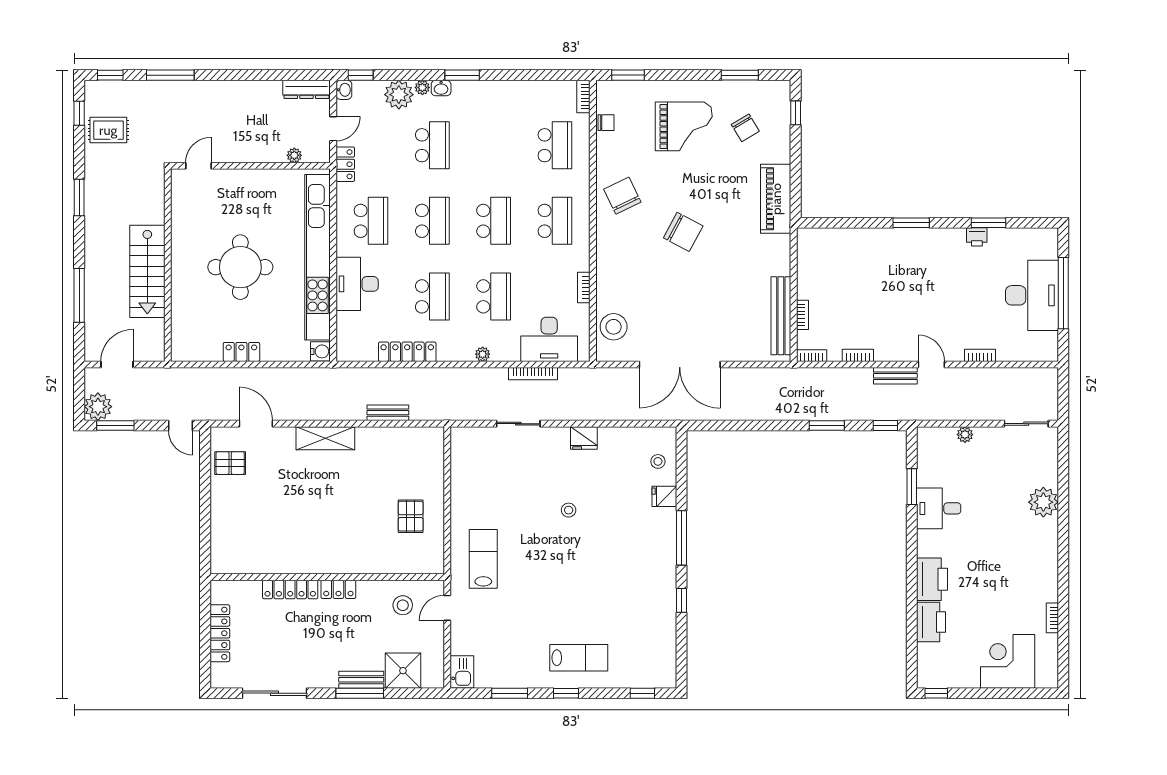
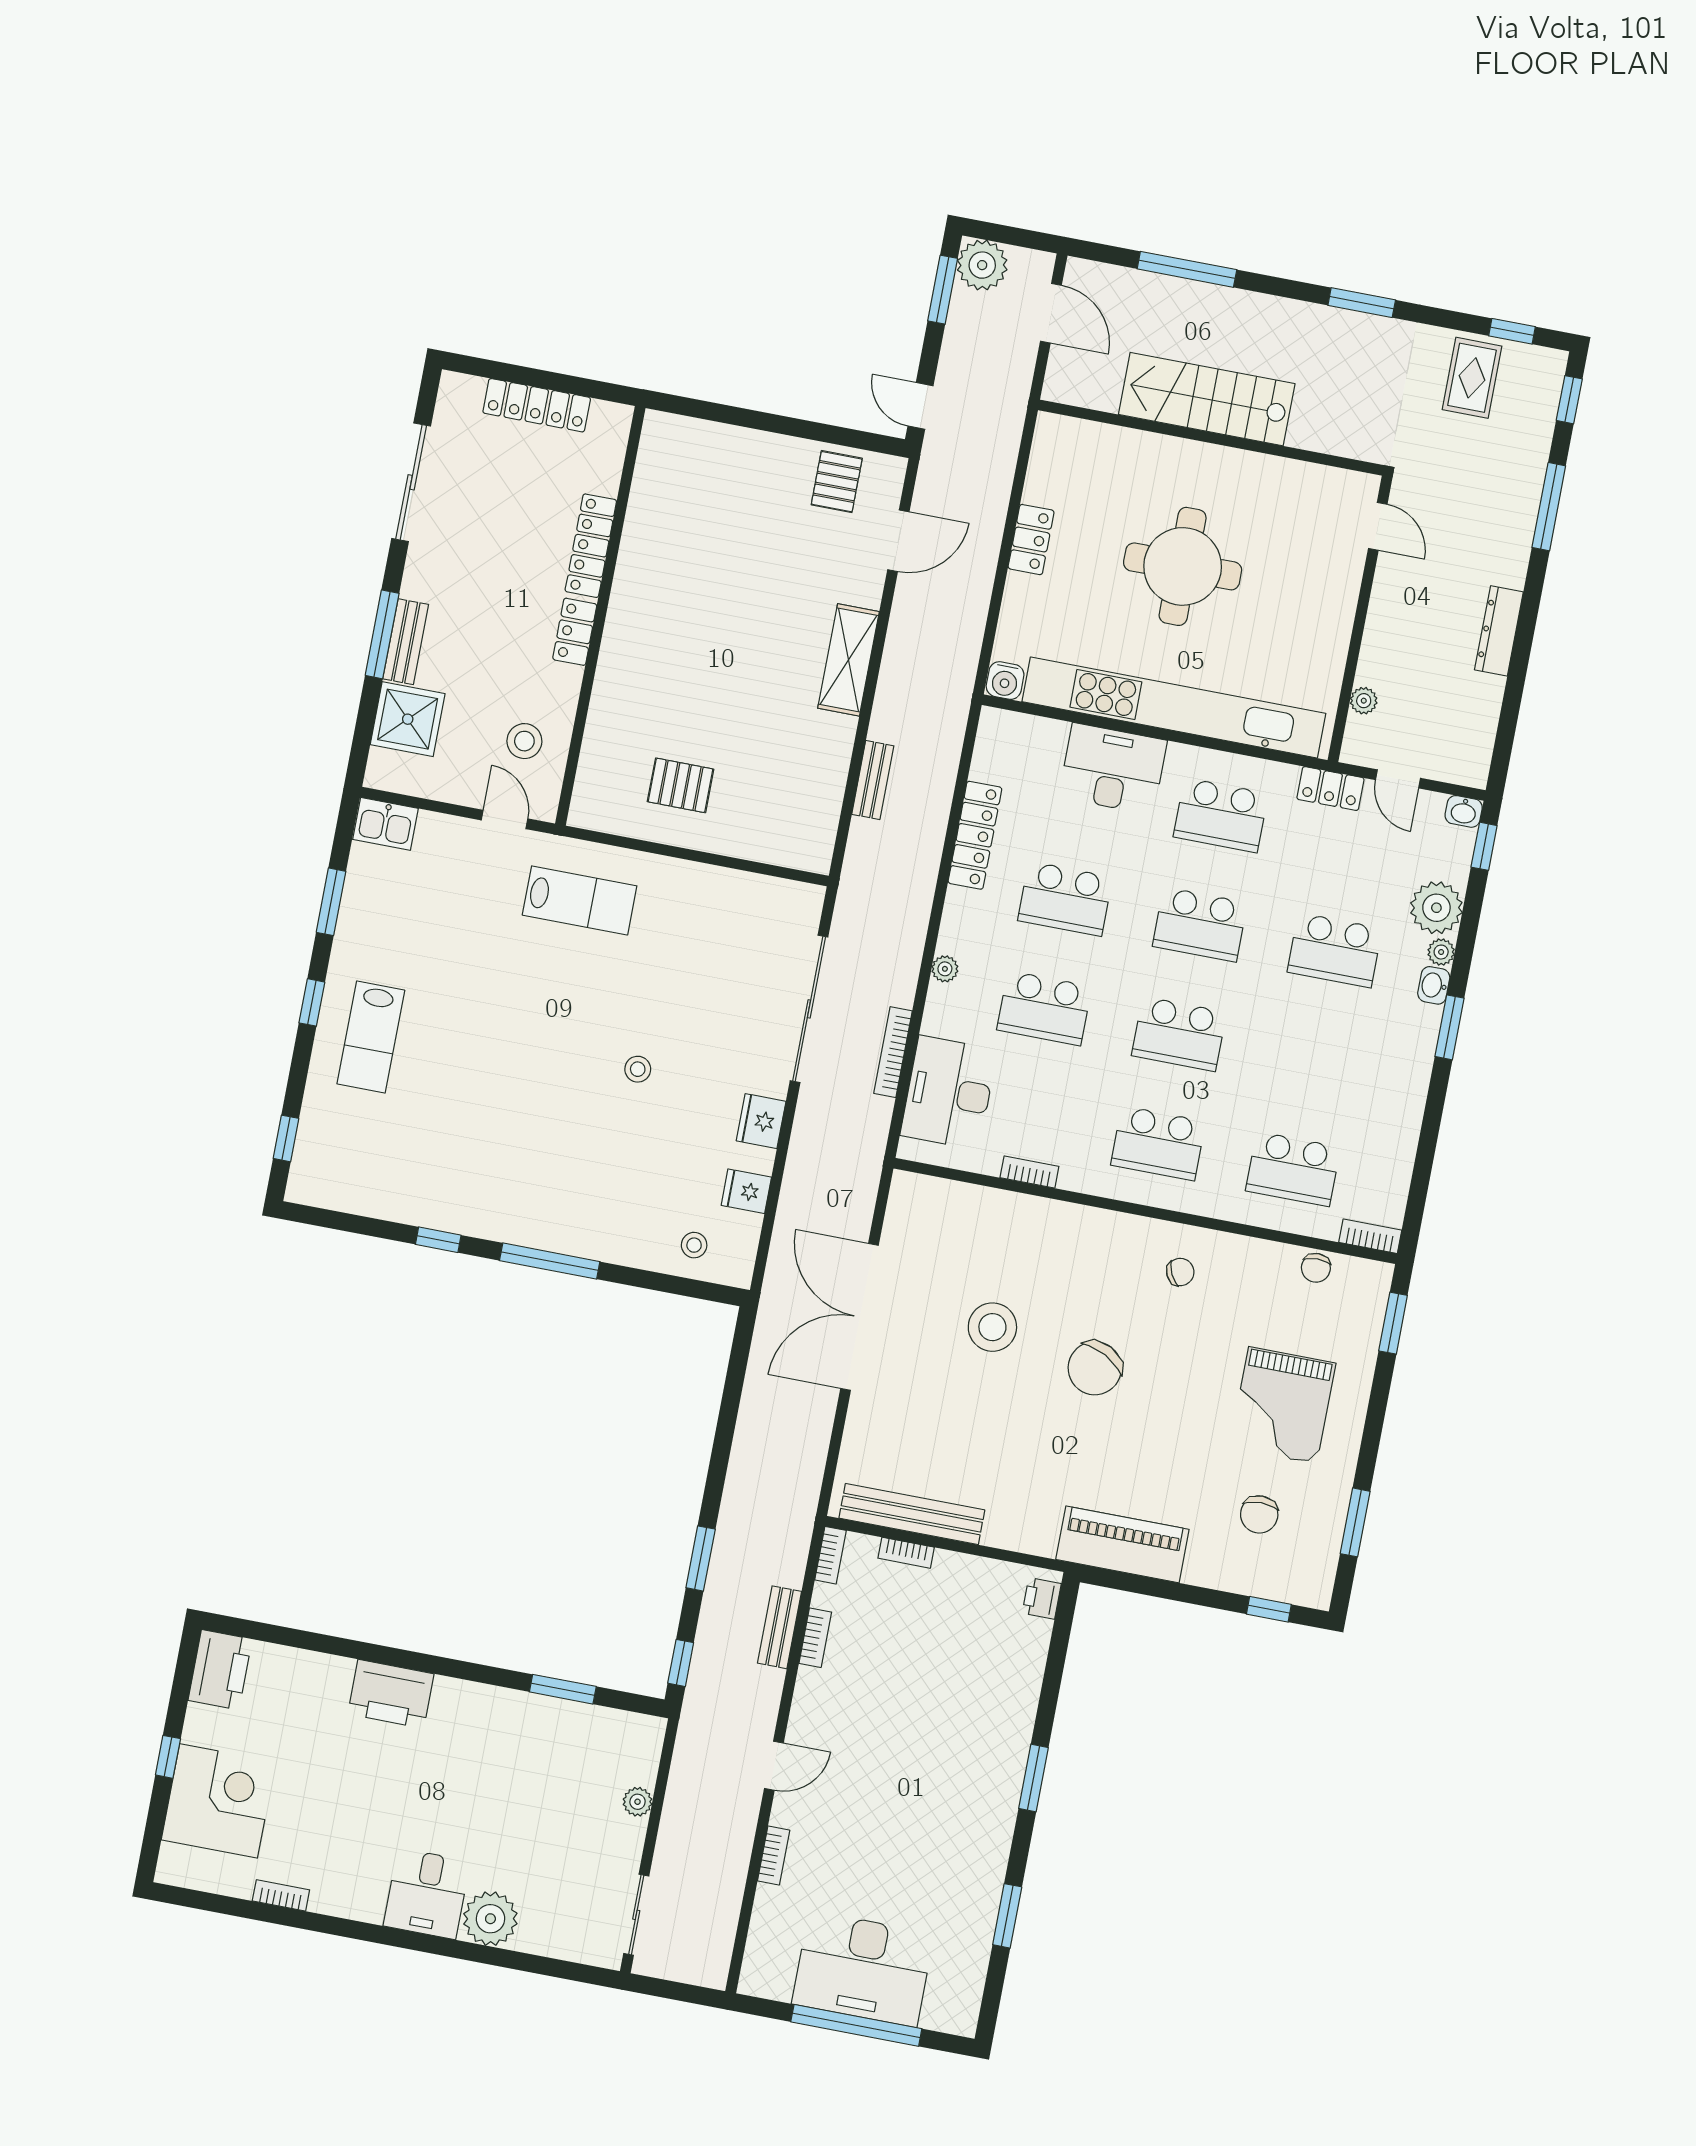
dresser: (307, 89) -> (1499, 631), moved
chair: (745, 128) -> (1259, 1514), turned -59
chair: (622, 196) -> (1180, 1272), width x0.54, depth x0.54
printer: (977, 237) -> (1042, 1598), moved
stool: (614, 327) -> (992, 1327), moved
bench: (895, 376) -> (780, 1627), moved
sliding door: (518, 424) -> (809, 1009), width x1.86
door: (181, 426) -> (920, 406), hinge flipped
fridge: (664, 496) -> (746, 1191), moved, turned -90
desk: (939, 508) -> (427, 1894), moved, turned 180
printer: (931, 622) -> (220, 1670), moved, turned -90
window: (936, 693) -> (168, 1757), moved

